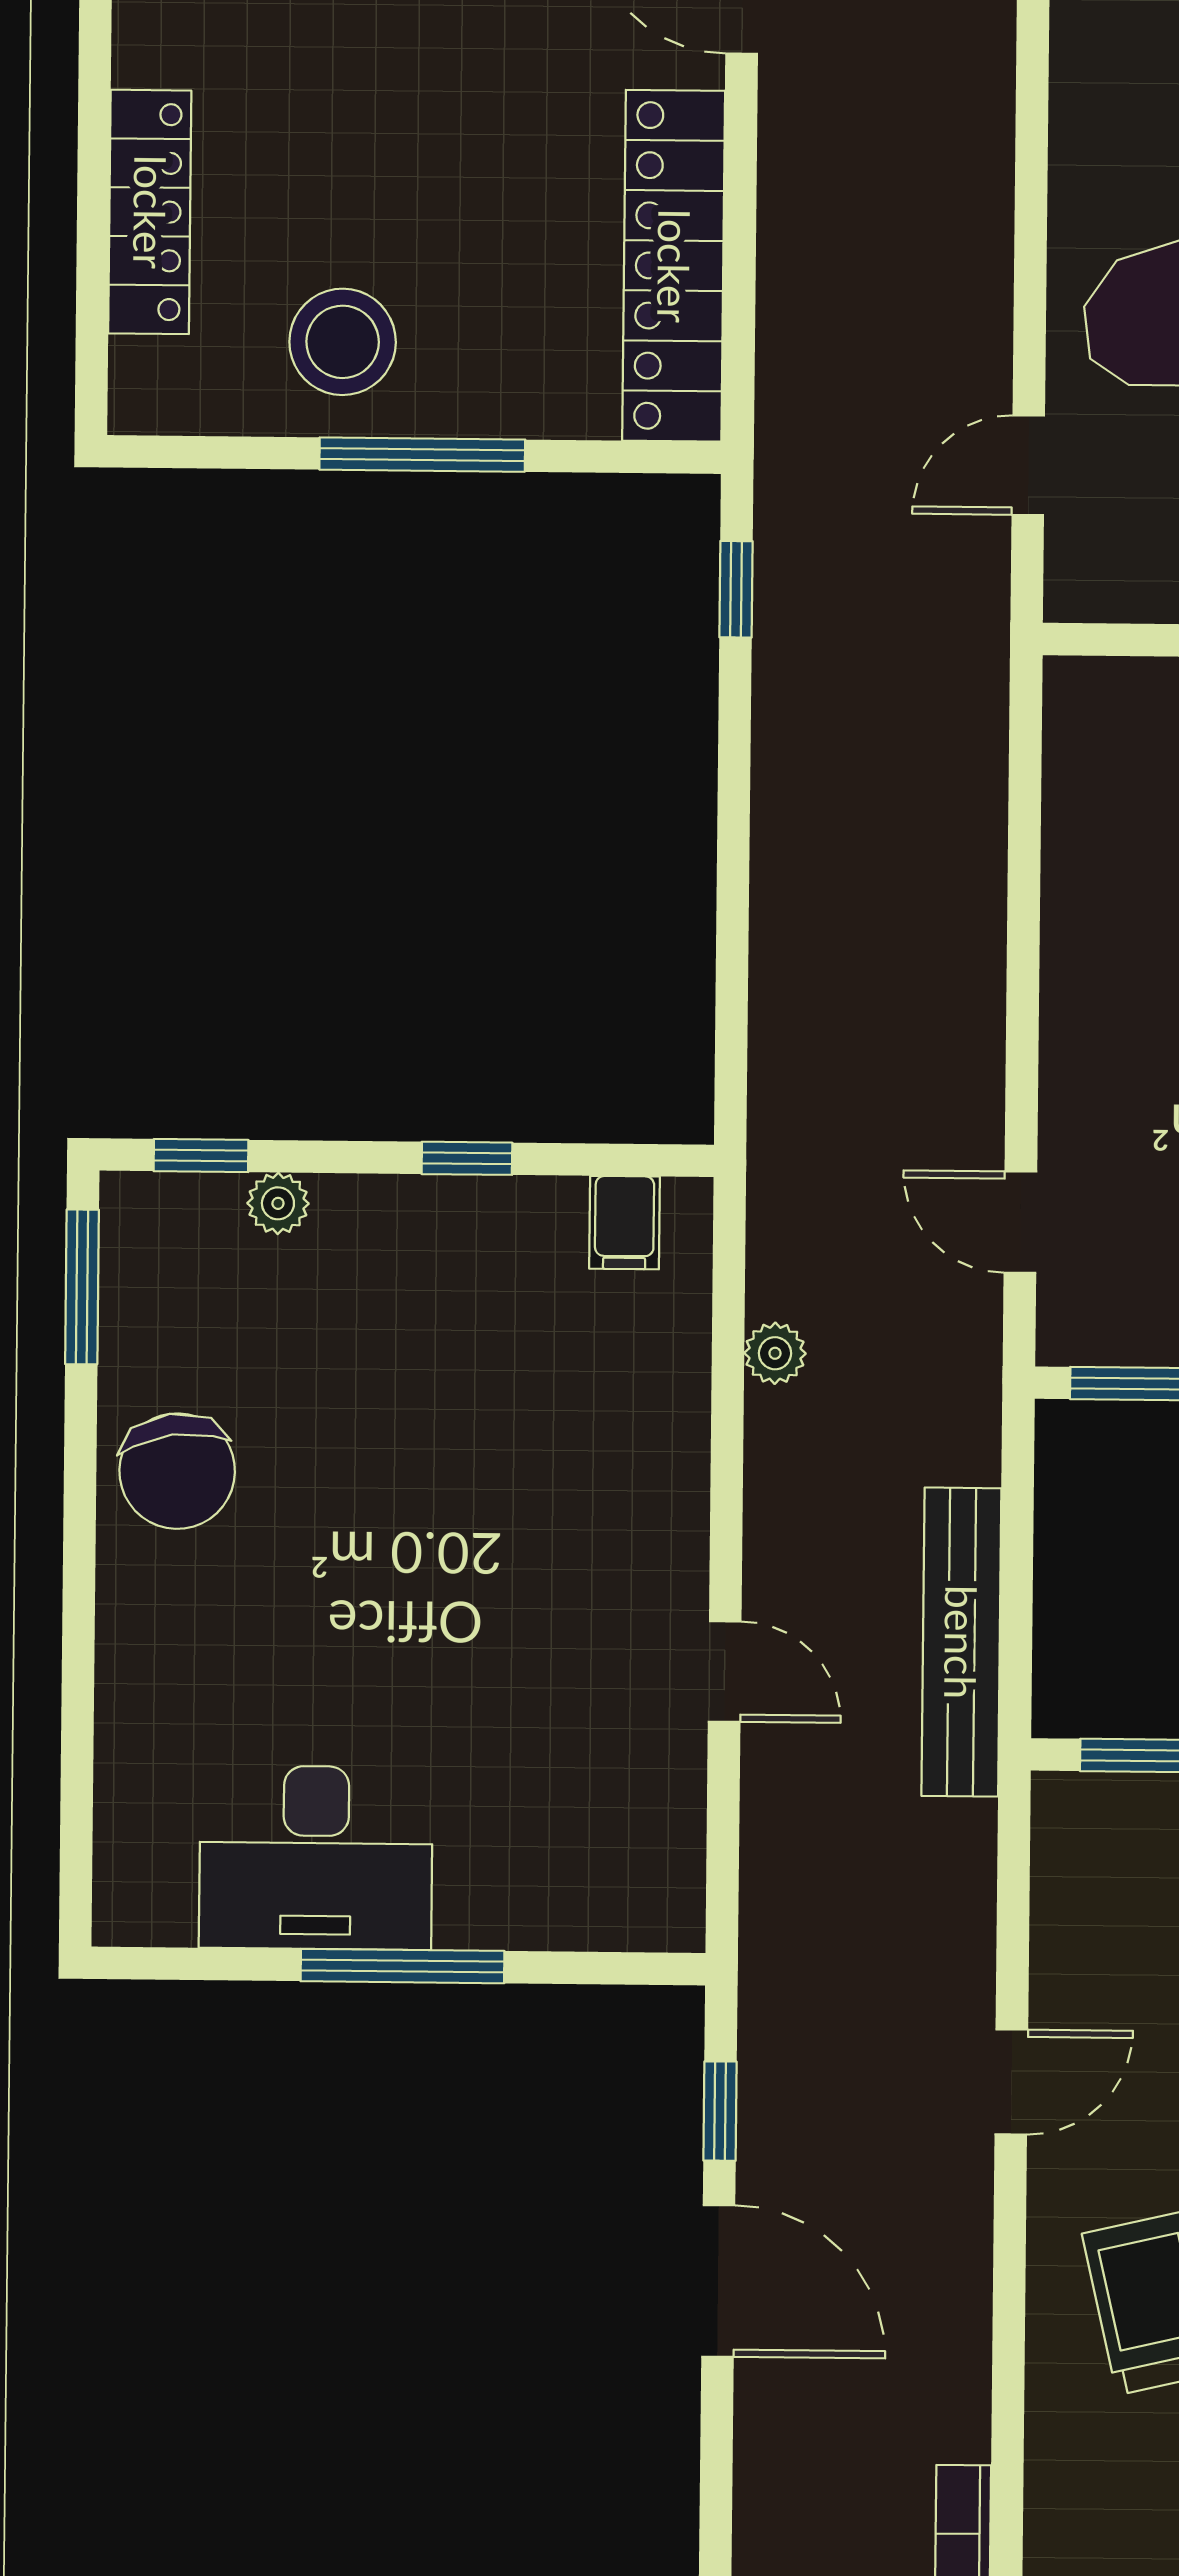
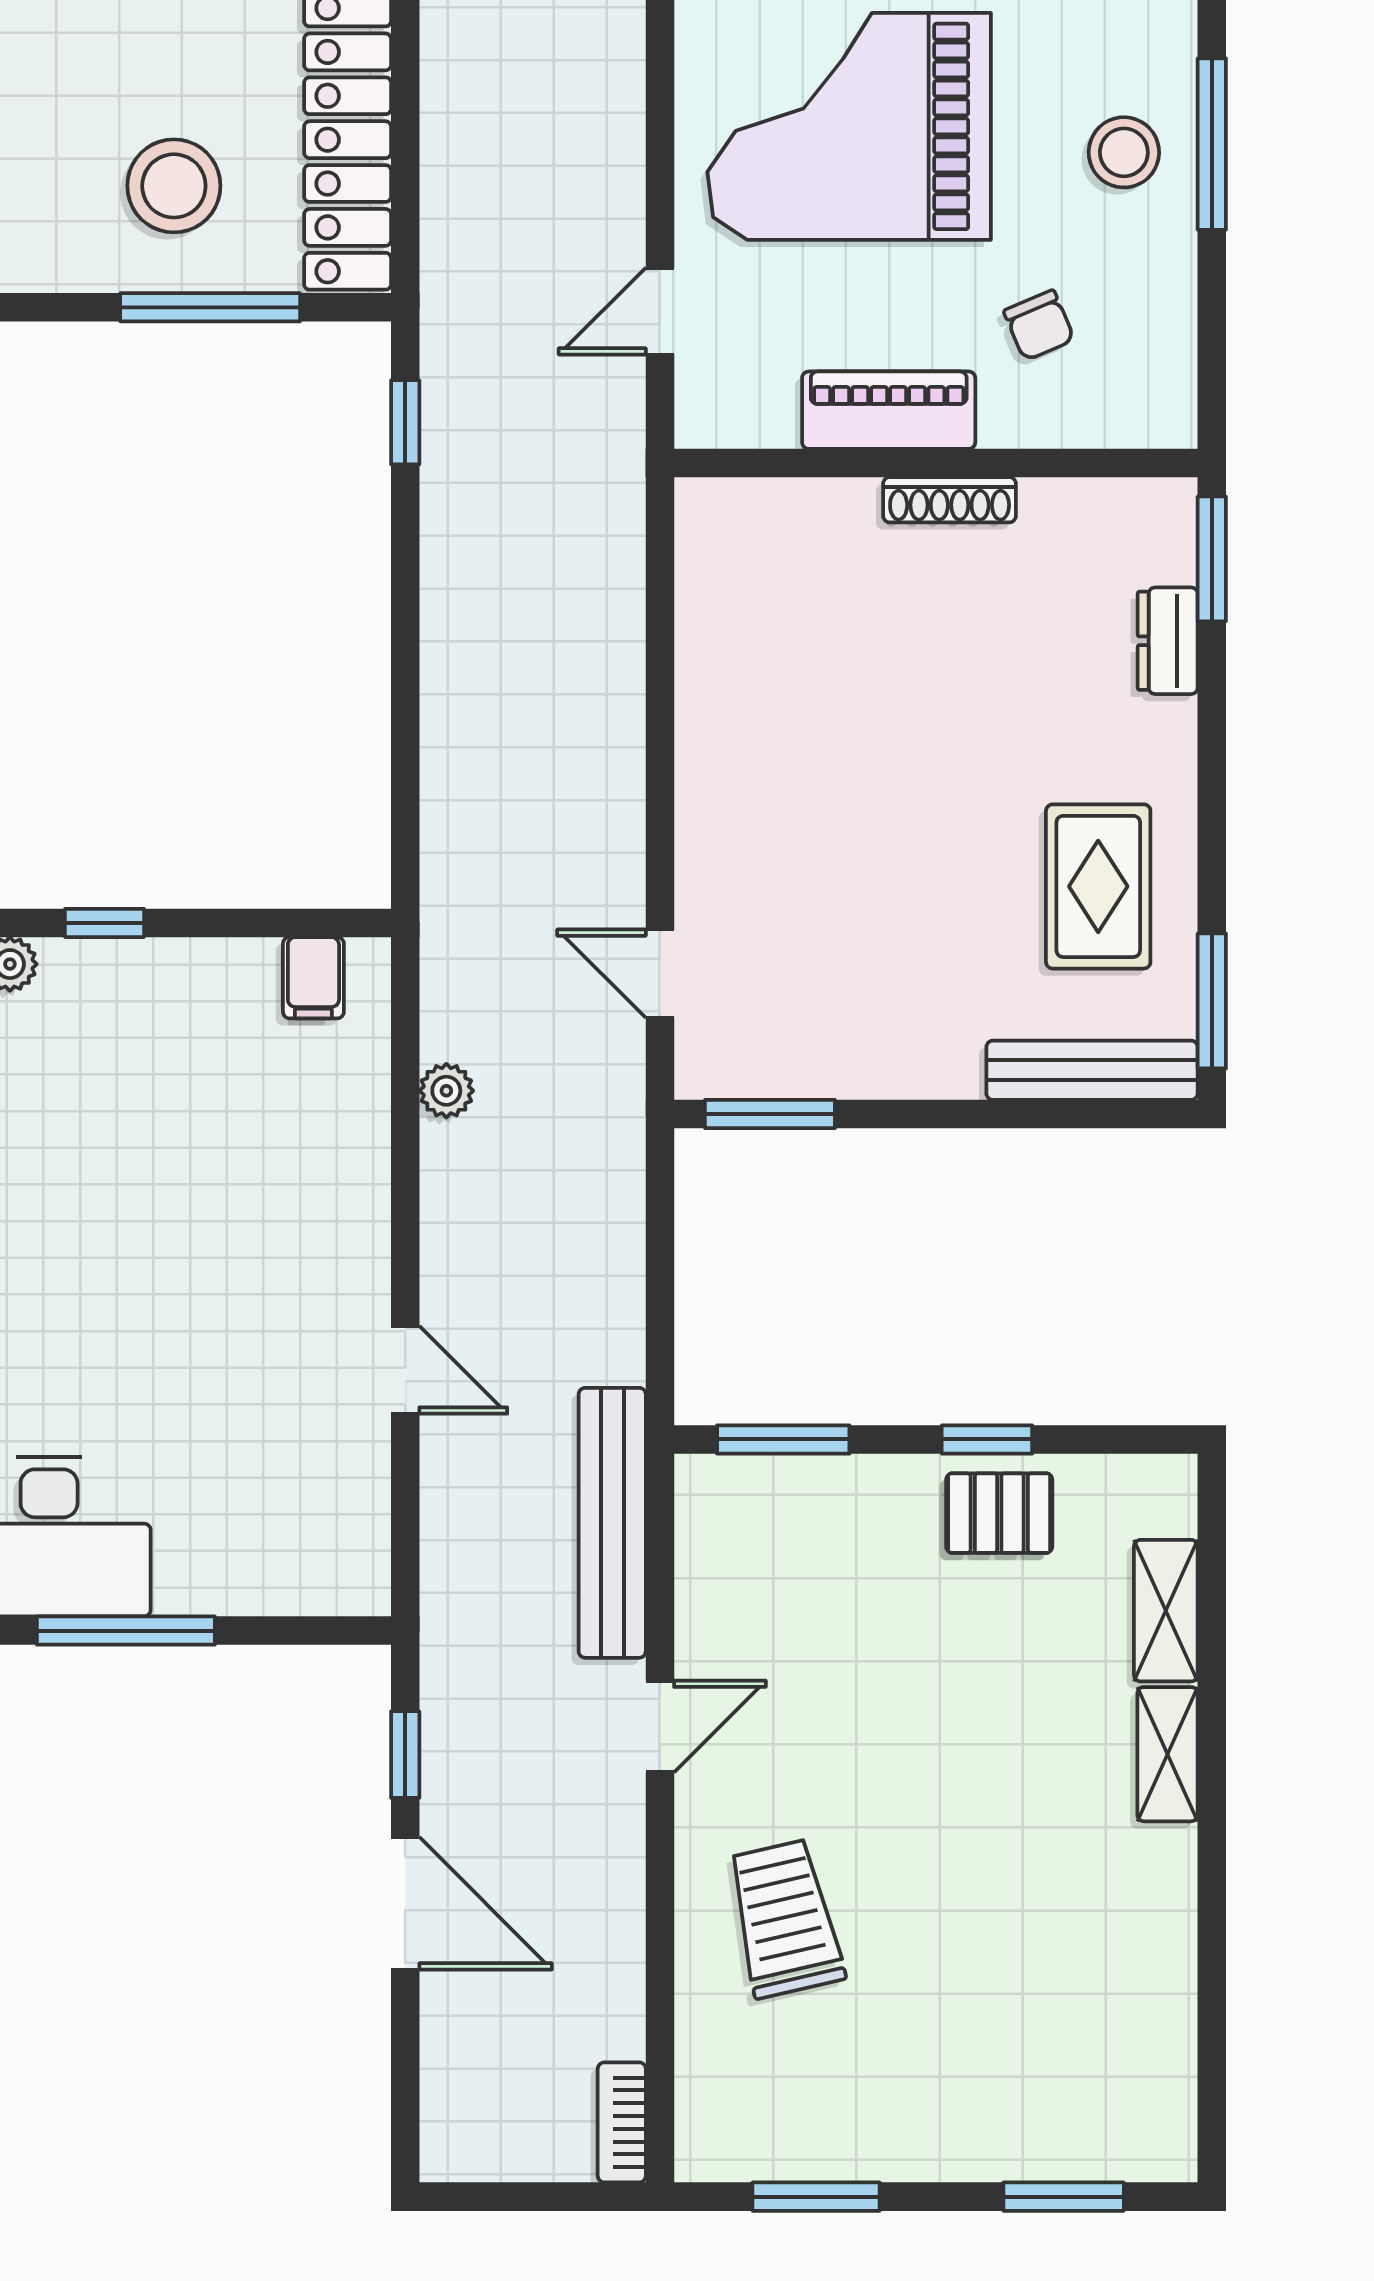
stool: (343, 342) -> (174, 186), moved
window: (422, 455) -> (210, 307), moved
window: (467, 1158) -> (105, 923), moved
bench: (961, 1642) -> (612, 1523), moved

